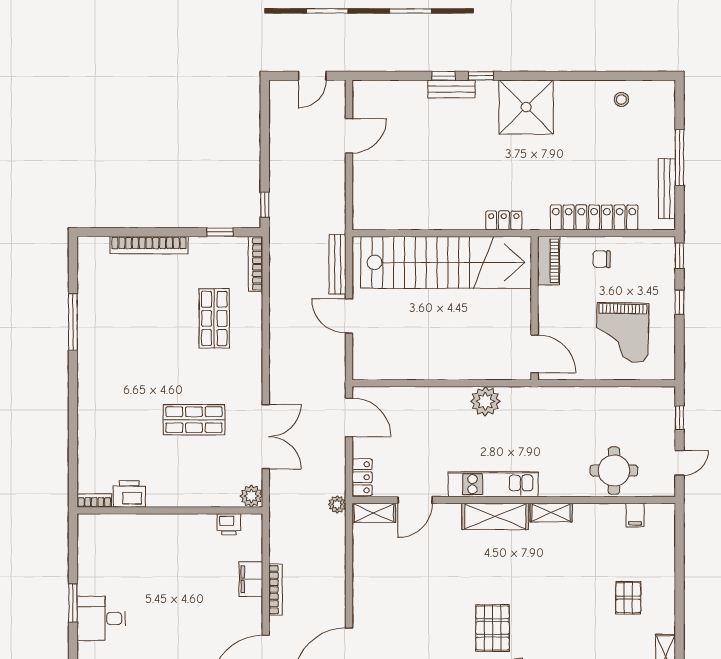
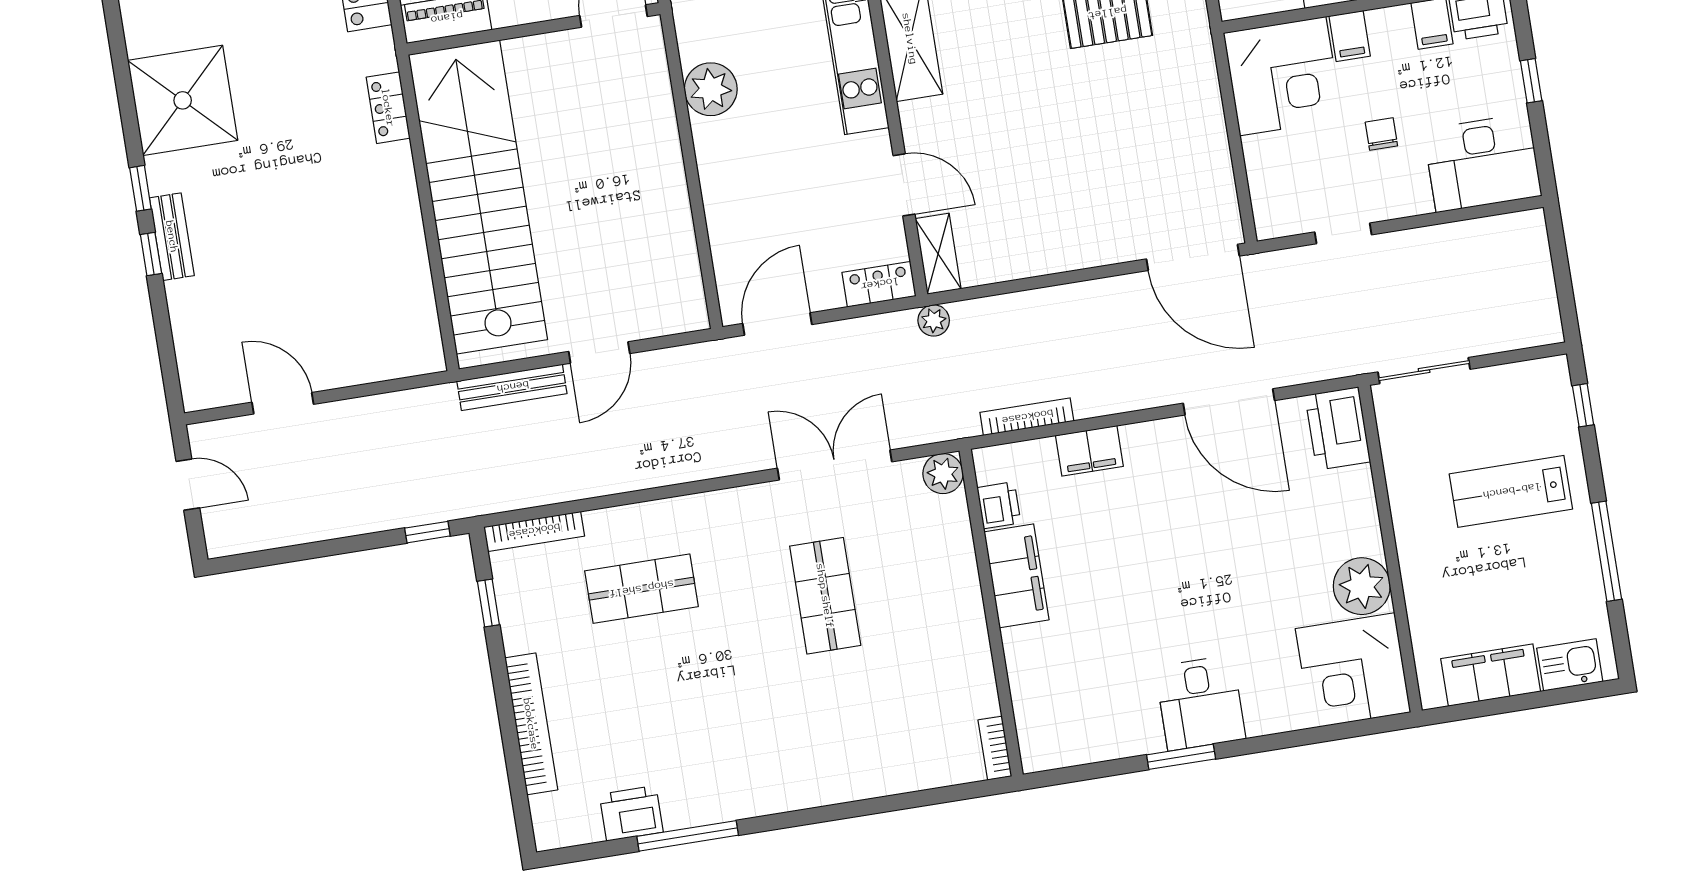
printer: (129, 494) -> (631, 813), moved, turned 90
filing cabinet: (188, 528) -> (1016, 576), added
bookcase: (275, 590) -> (1027, 417), moved

